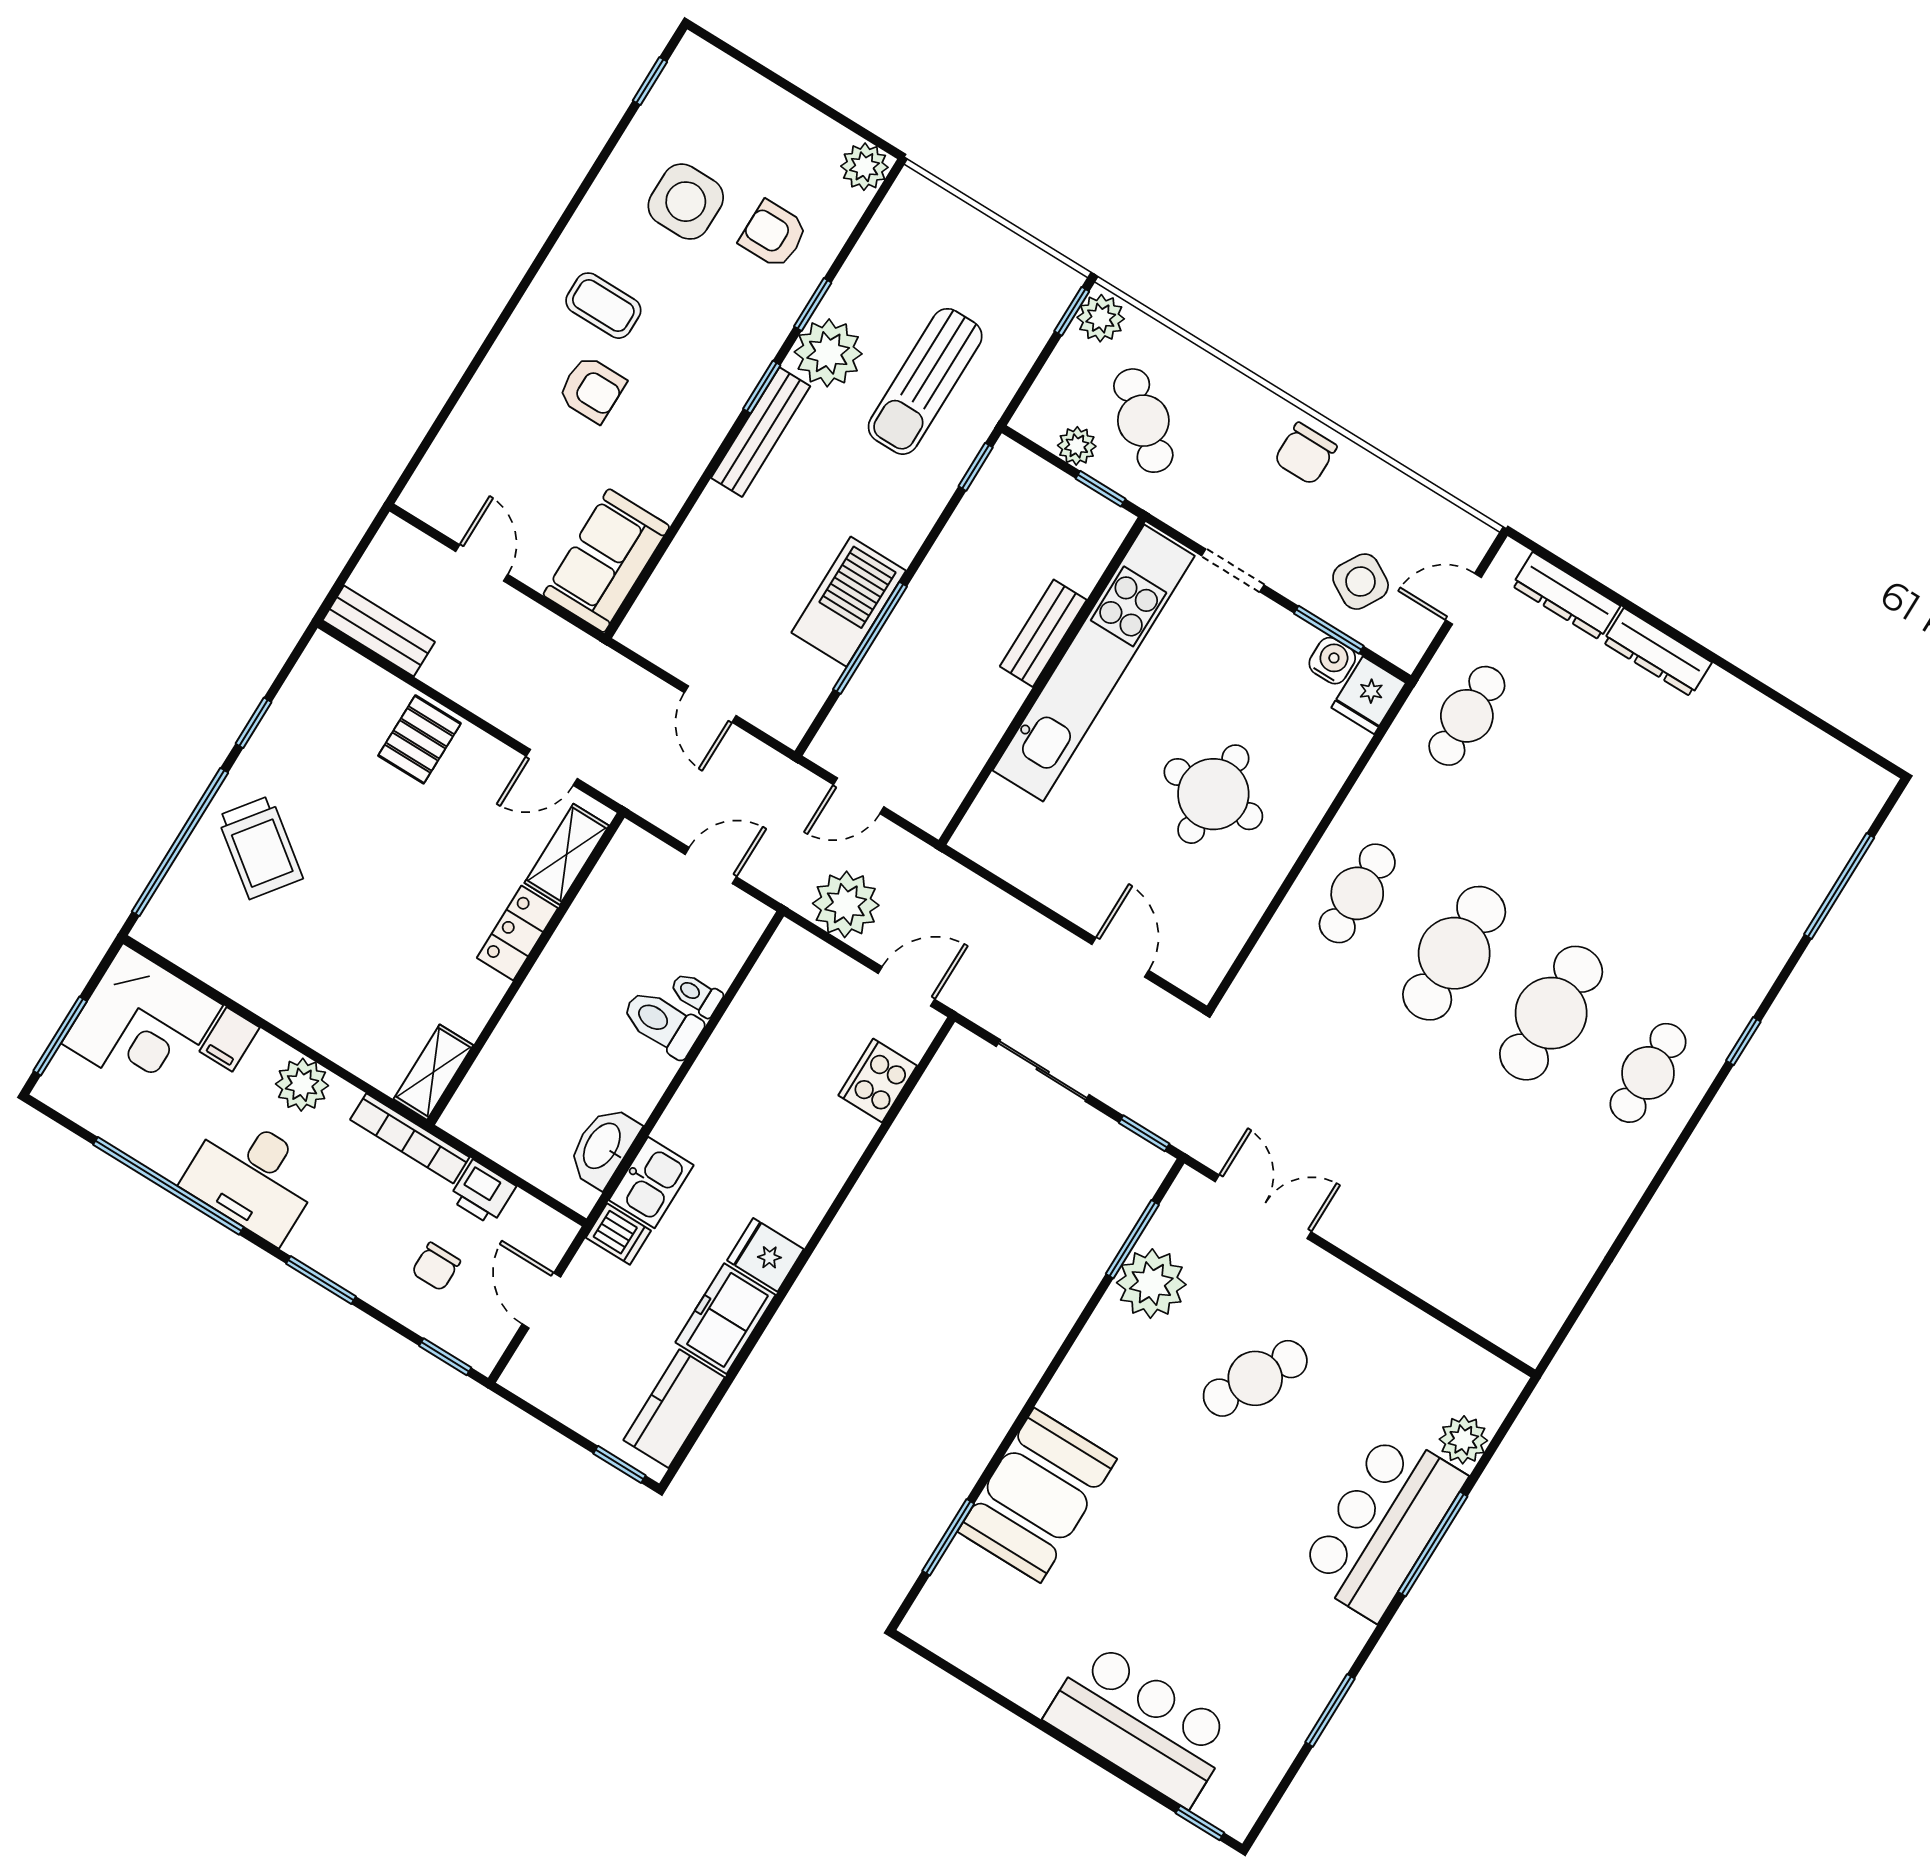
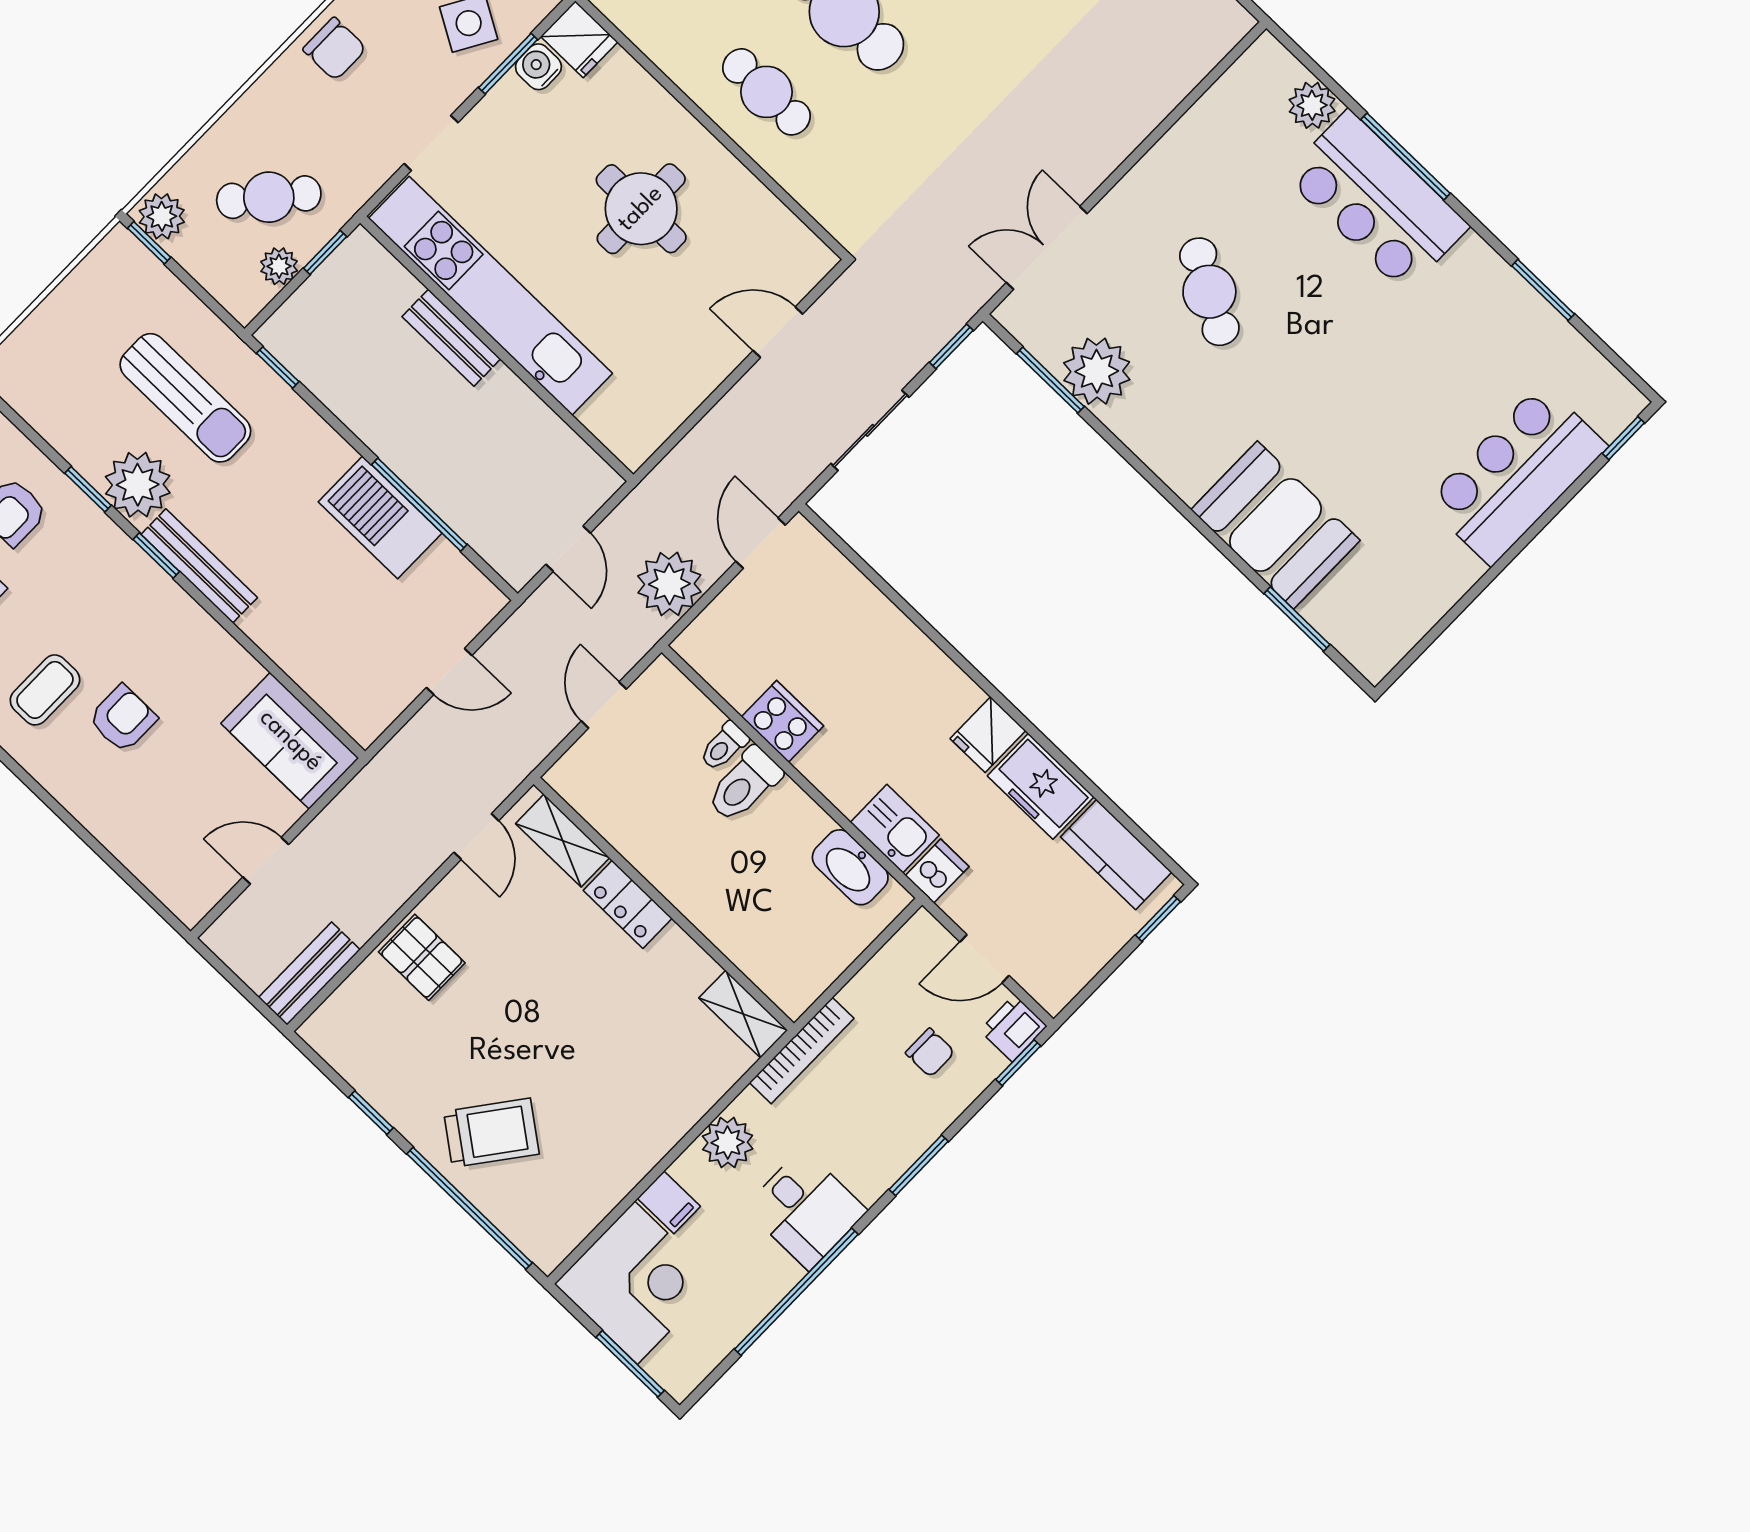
cooker: (878, 1081) -> (782, 721), moved, turned 180
desk: (253, 1177) -> (806, 1209), width x0.73
printer: (482, 1192) -> (1013, 1028), moved, turned 180

